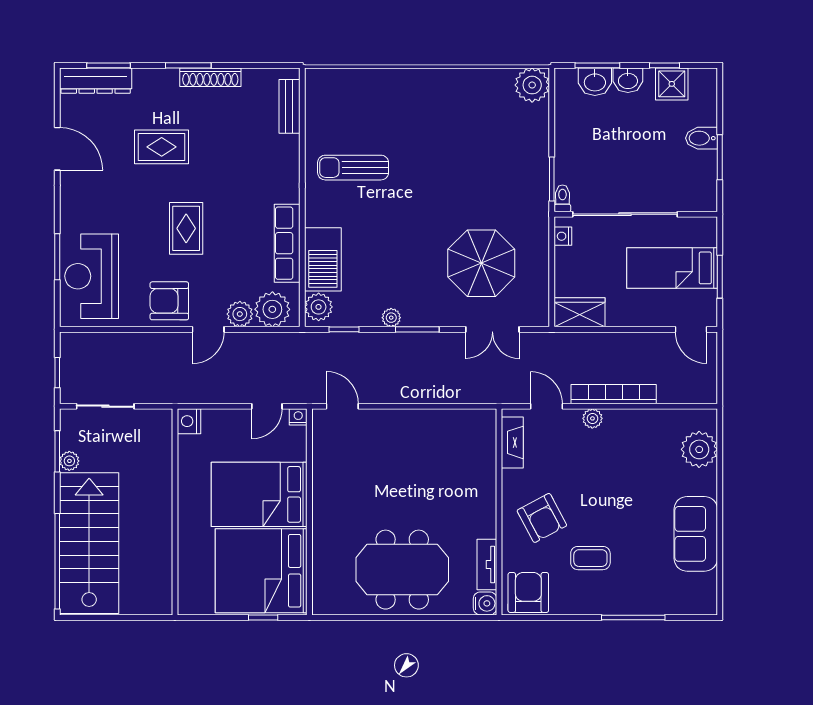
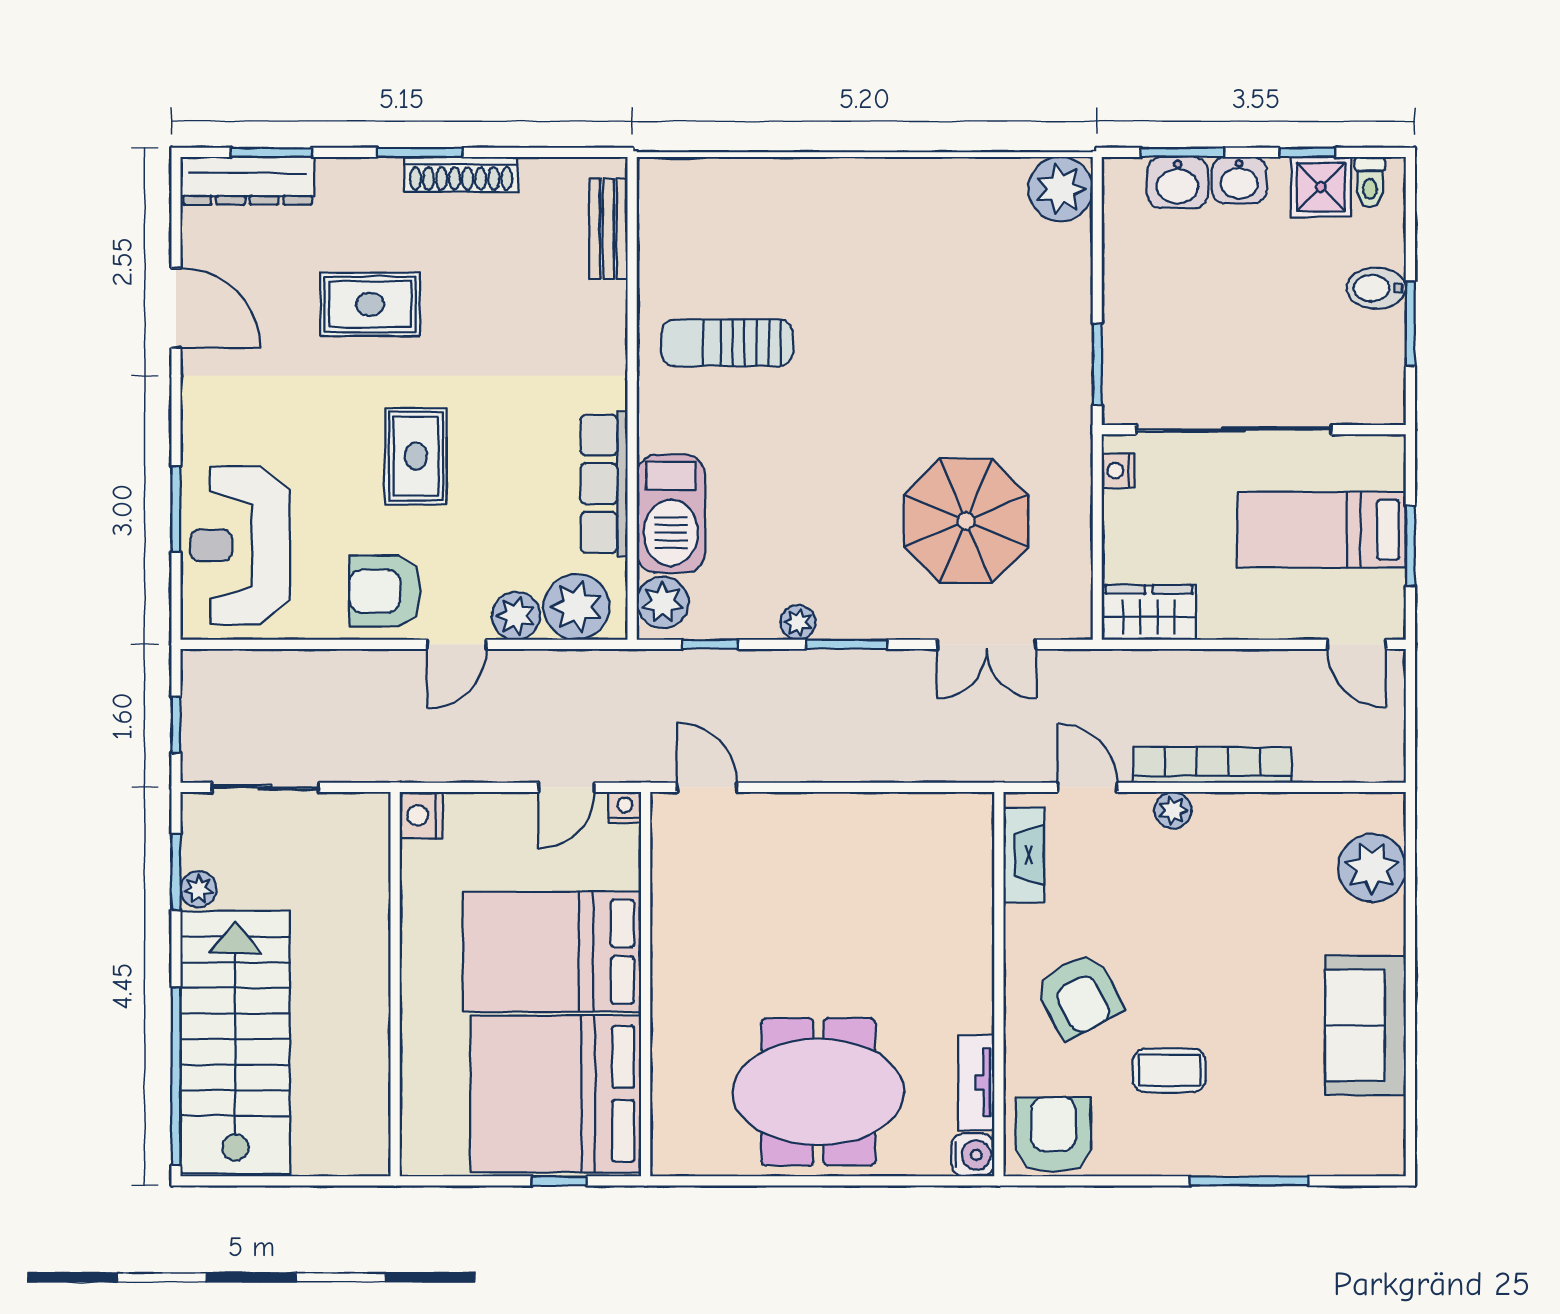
toilet: (562, 198) -> (1370, 182), moved, turned 180

